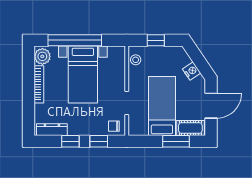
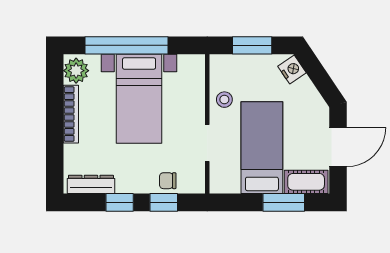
window: (156, 40) -> (252, 45), width x1.50
stool: (136, 60) -> (224, 100), moved
nightstand: (192, 71) -> (292, 70), moved
chair: (114, 126) -> (168, 181), moved

